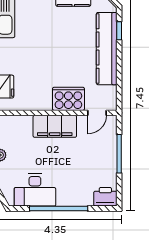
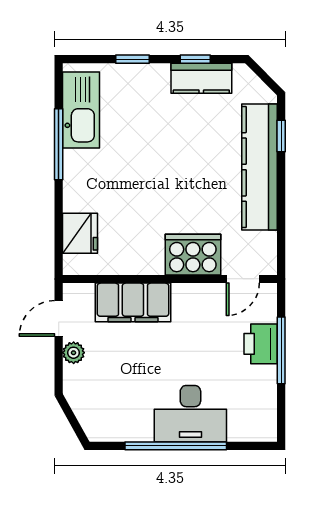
filing cabinet: (55, 126) -> (133, 302), moved
desk: (35, 190) -> (190, 414), moved
printer: (105, 197) -> (261, 344), moved, turned -90

